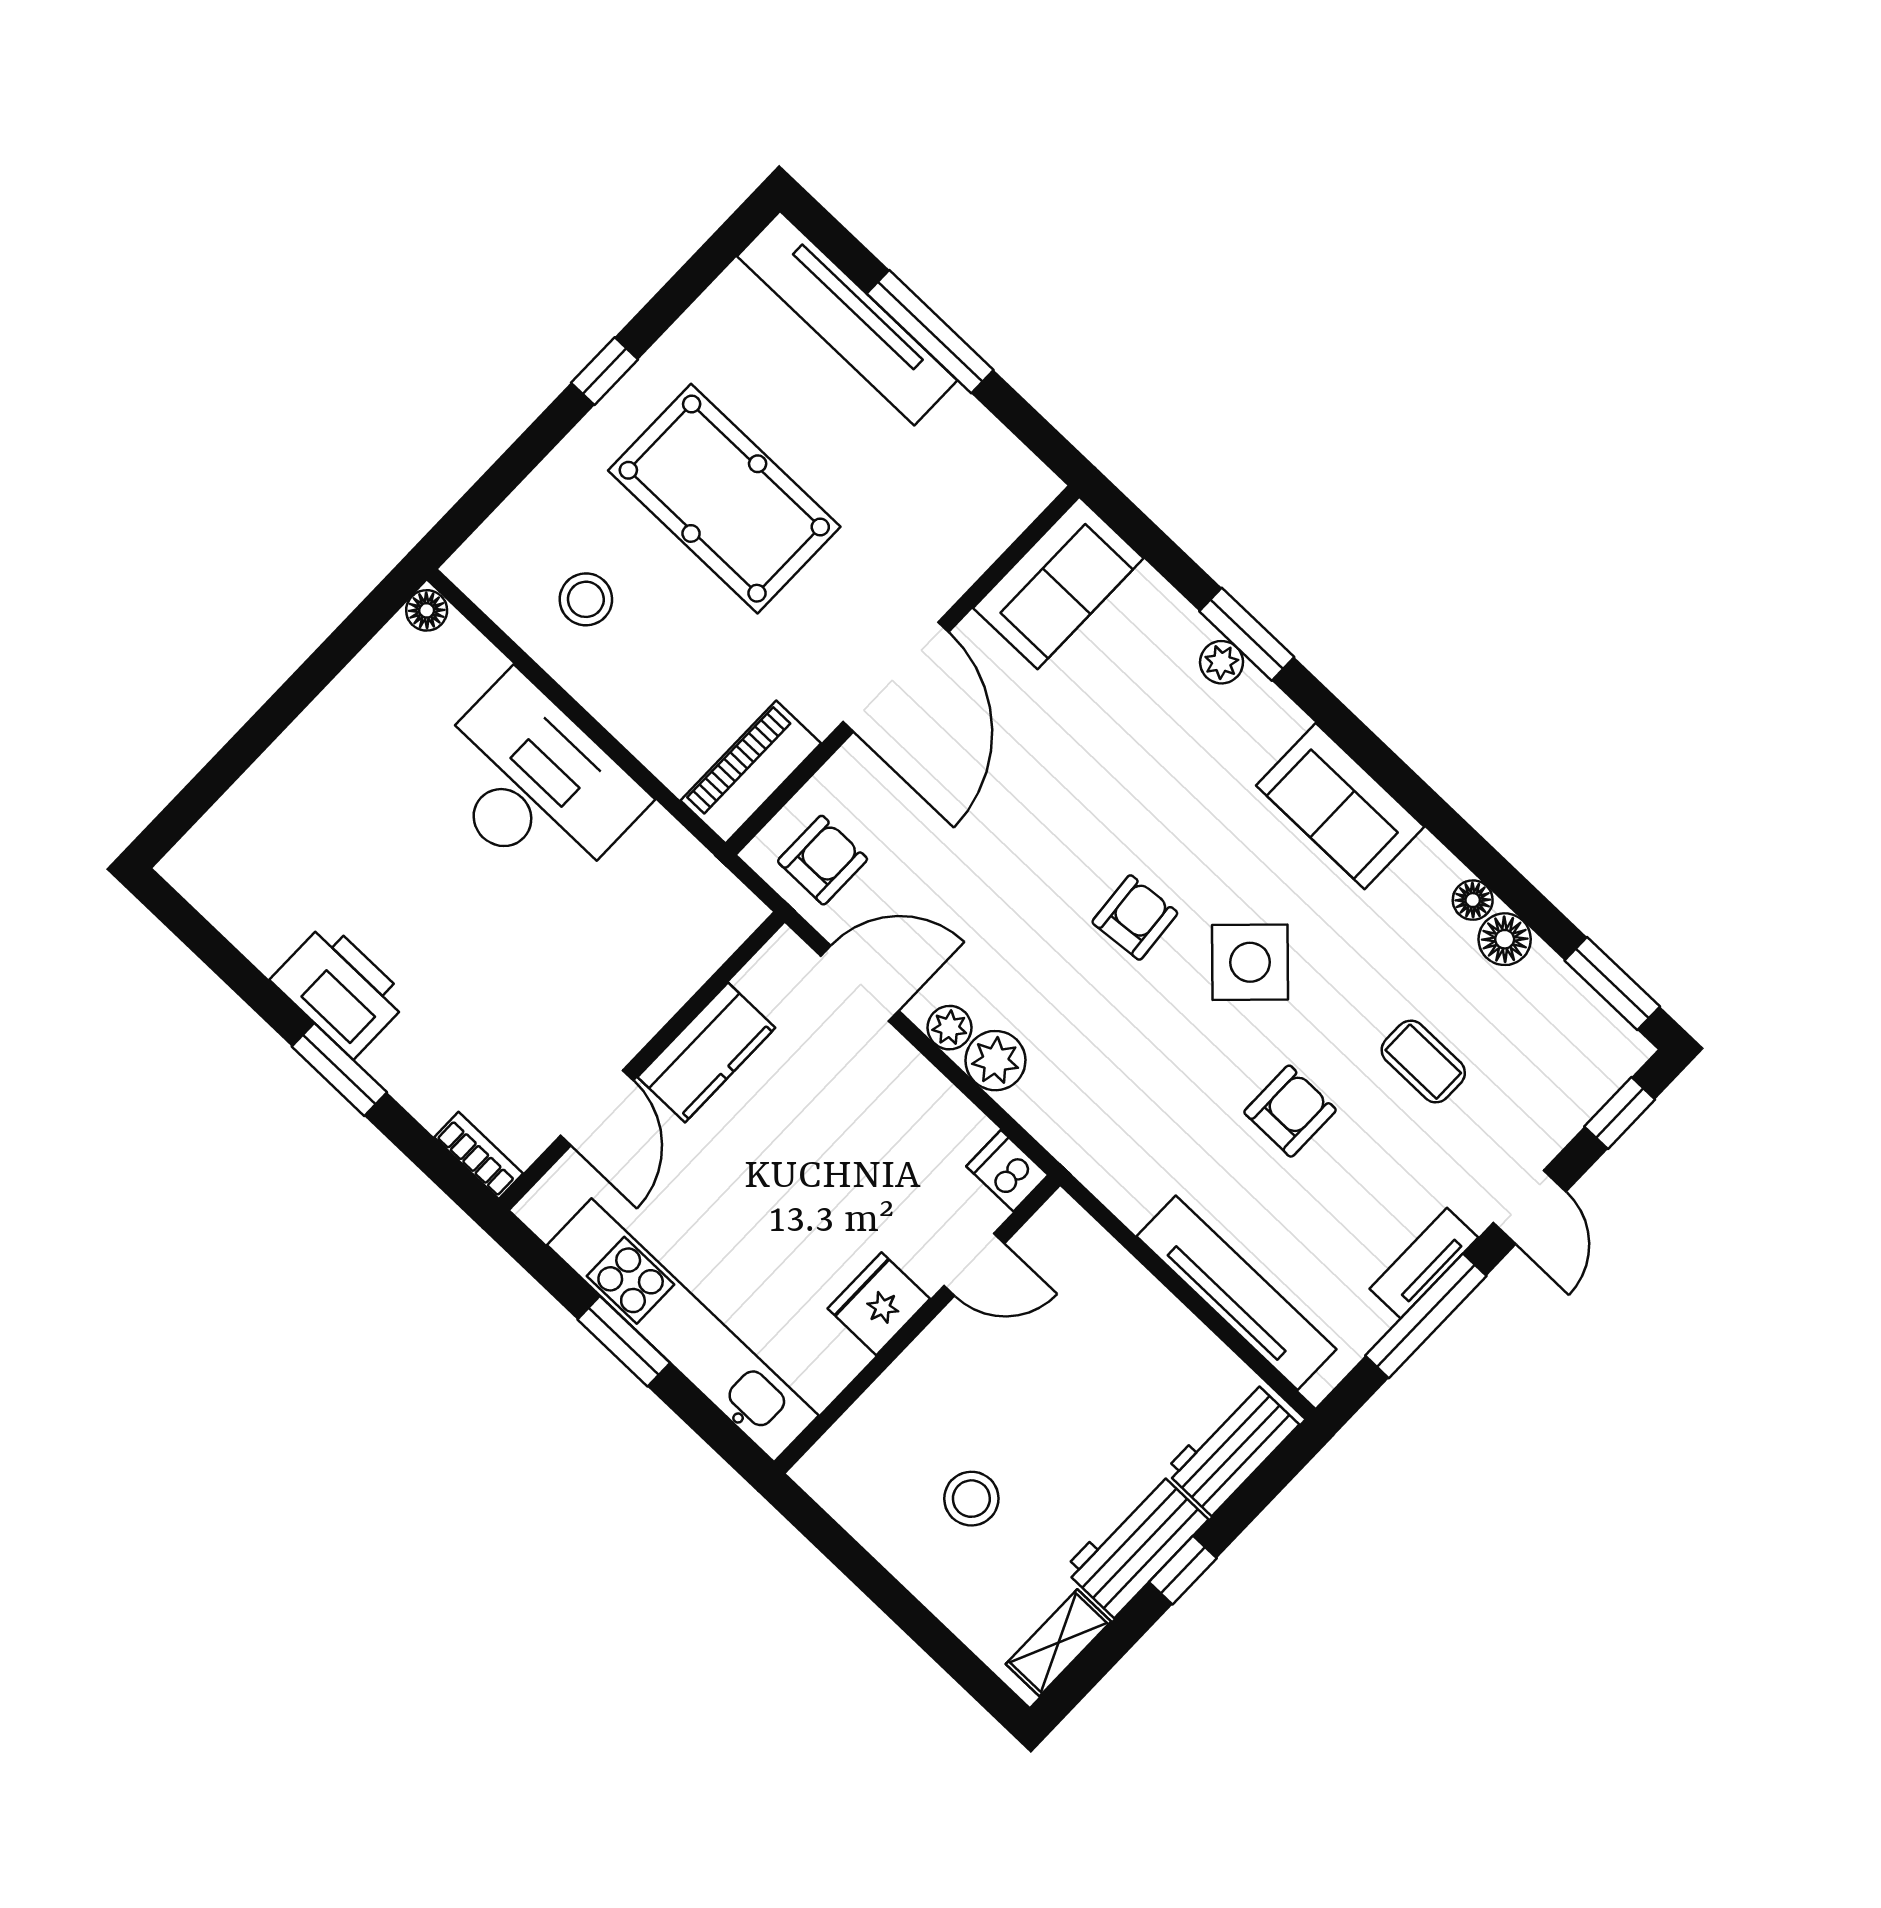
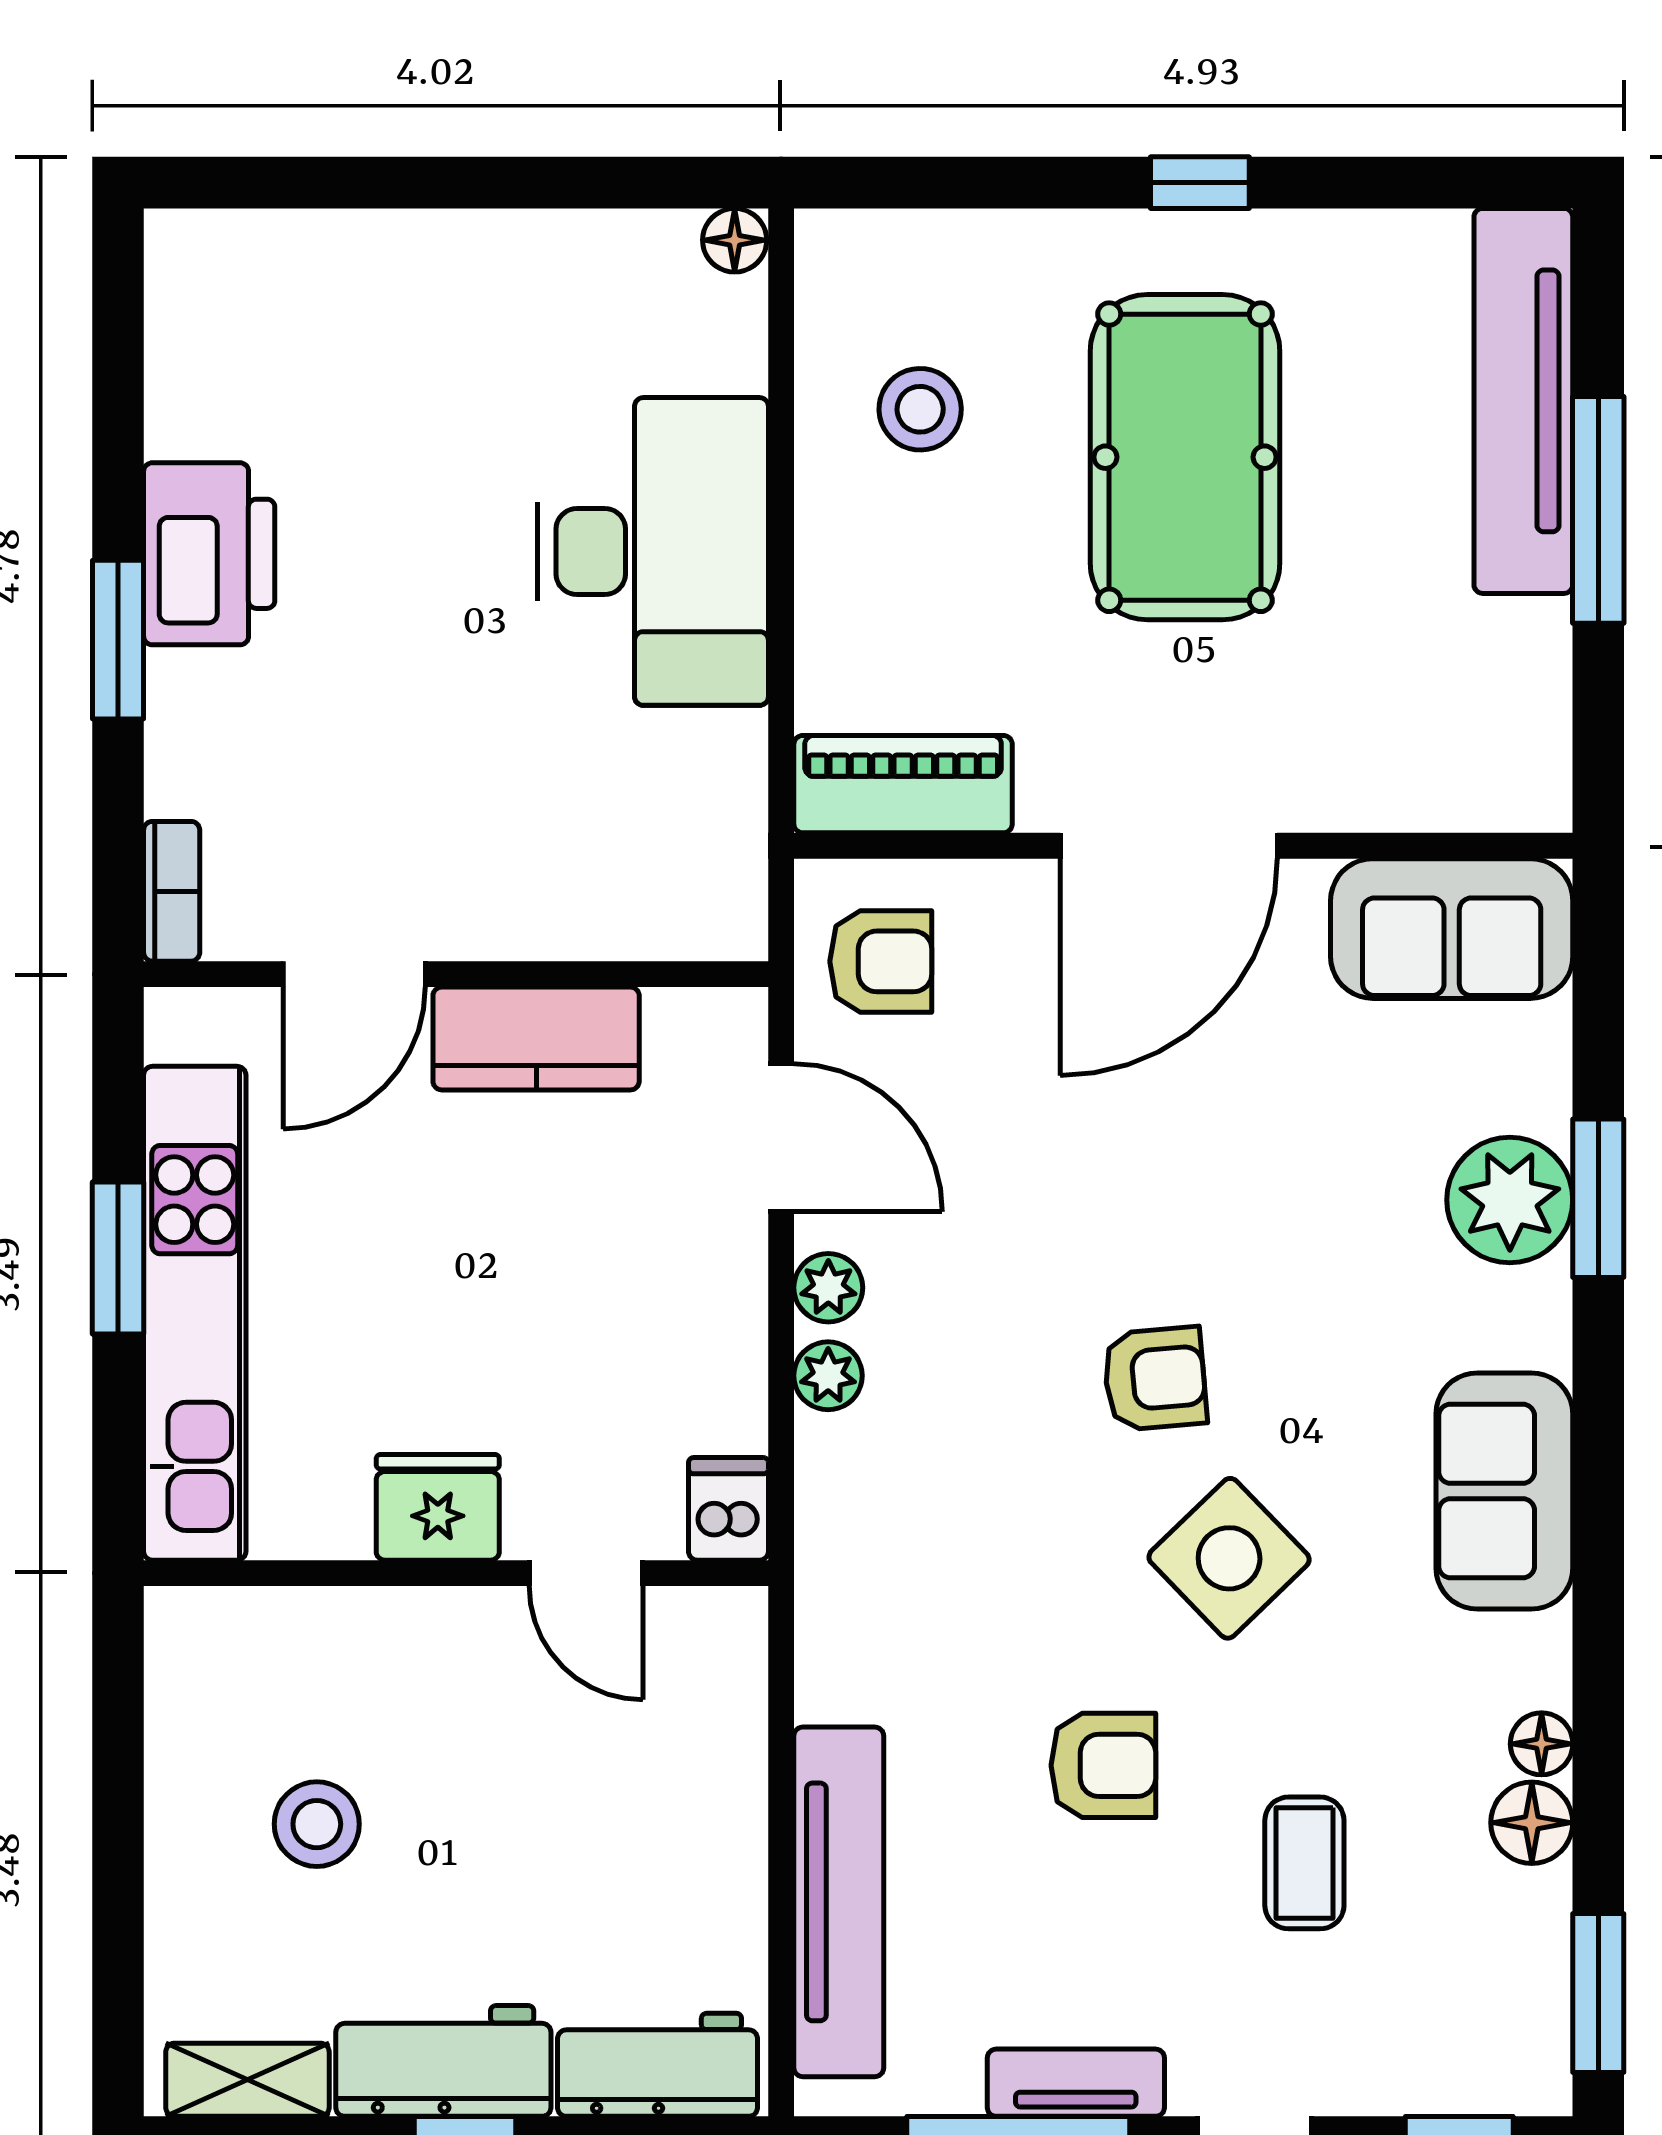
plant: (1222, 662) -> (1510, 1200), width x1.88, depth x1.88
plant: (995, 1061) -> (828, 1376), width x0.73, depth x0.73

